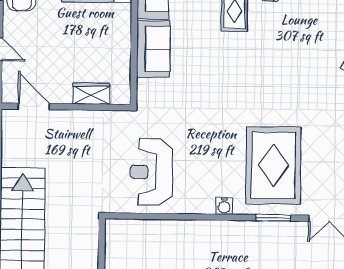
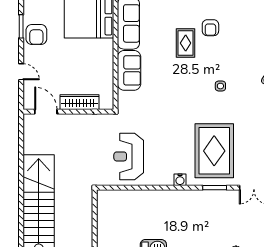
side table: (283, 73) -> (220, 86), added
wardrobe: (91, 94) -> (80, 102), width x1.50

